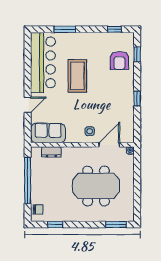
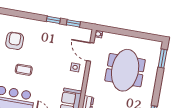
window: (137, 54) -> (73, 23), moved
armchair: (119, 61) -> (15, 41), moved, turned -90
coffee table: (77, 76) -> (24, 70), width x0.54, depth x0.58

